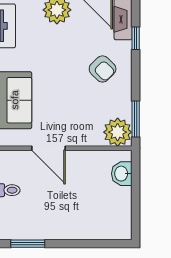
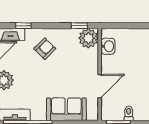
window: (136, 119) -> (79, 26), width x0.67
washbasin: (122, 174) -> (108, 46), moved, turned -90

